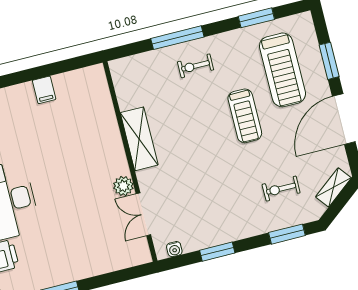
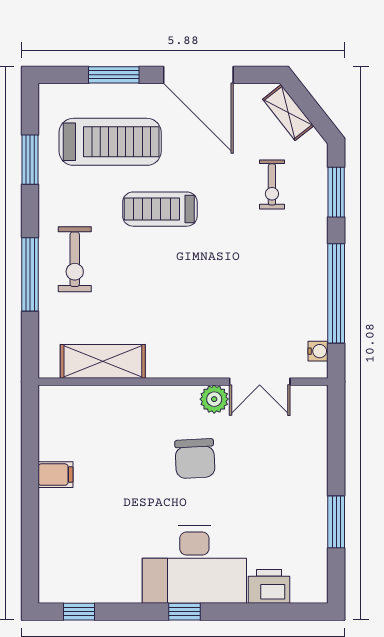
exercise bike: (196, 66) -> (75, 259), width x1.38, depth x1.39
treadmill: (245, 116) -> (160, 209), turned 180
shelving: (139, 139) -> (103, 361), moved
chair: (79, 183) -> (195, 459), added
window: (217, 252) -> (336, 293), width x2.11

